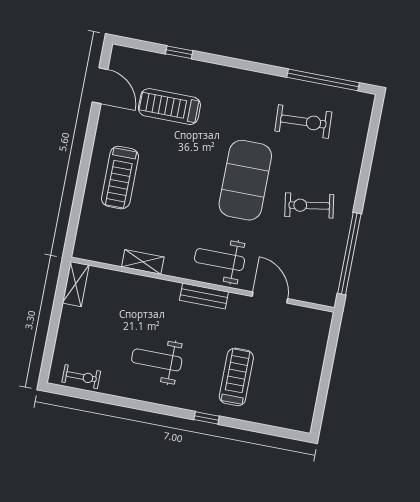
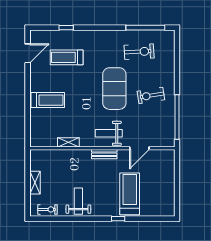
door: (100, 86) -> (28, 53), hinge flipped
treadmill: (120, 178) -> (48, 100), turned -90
shelving: (76, 284) -> (35, 183), moved
door: (270, 298) -> (139, 148), swing flipped
weight bench: (157, 360) -> (78, 201), moved, turned 90
treadmill: (236, 377) -> (130, 194), width x1.37, depth x1.38

